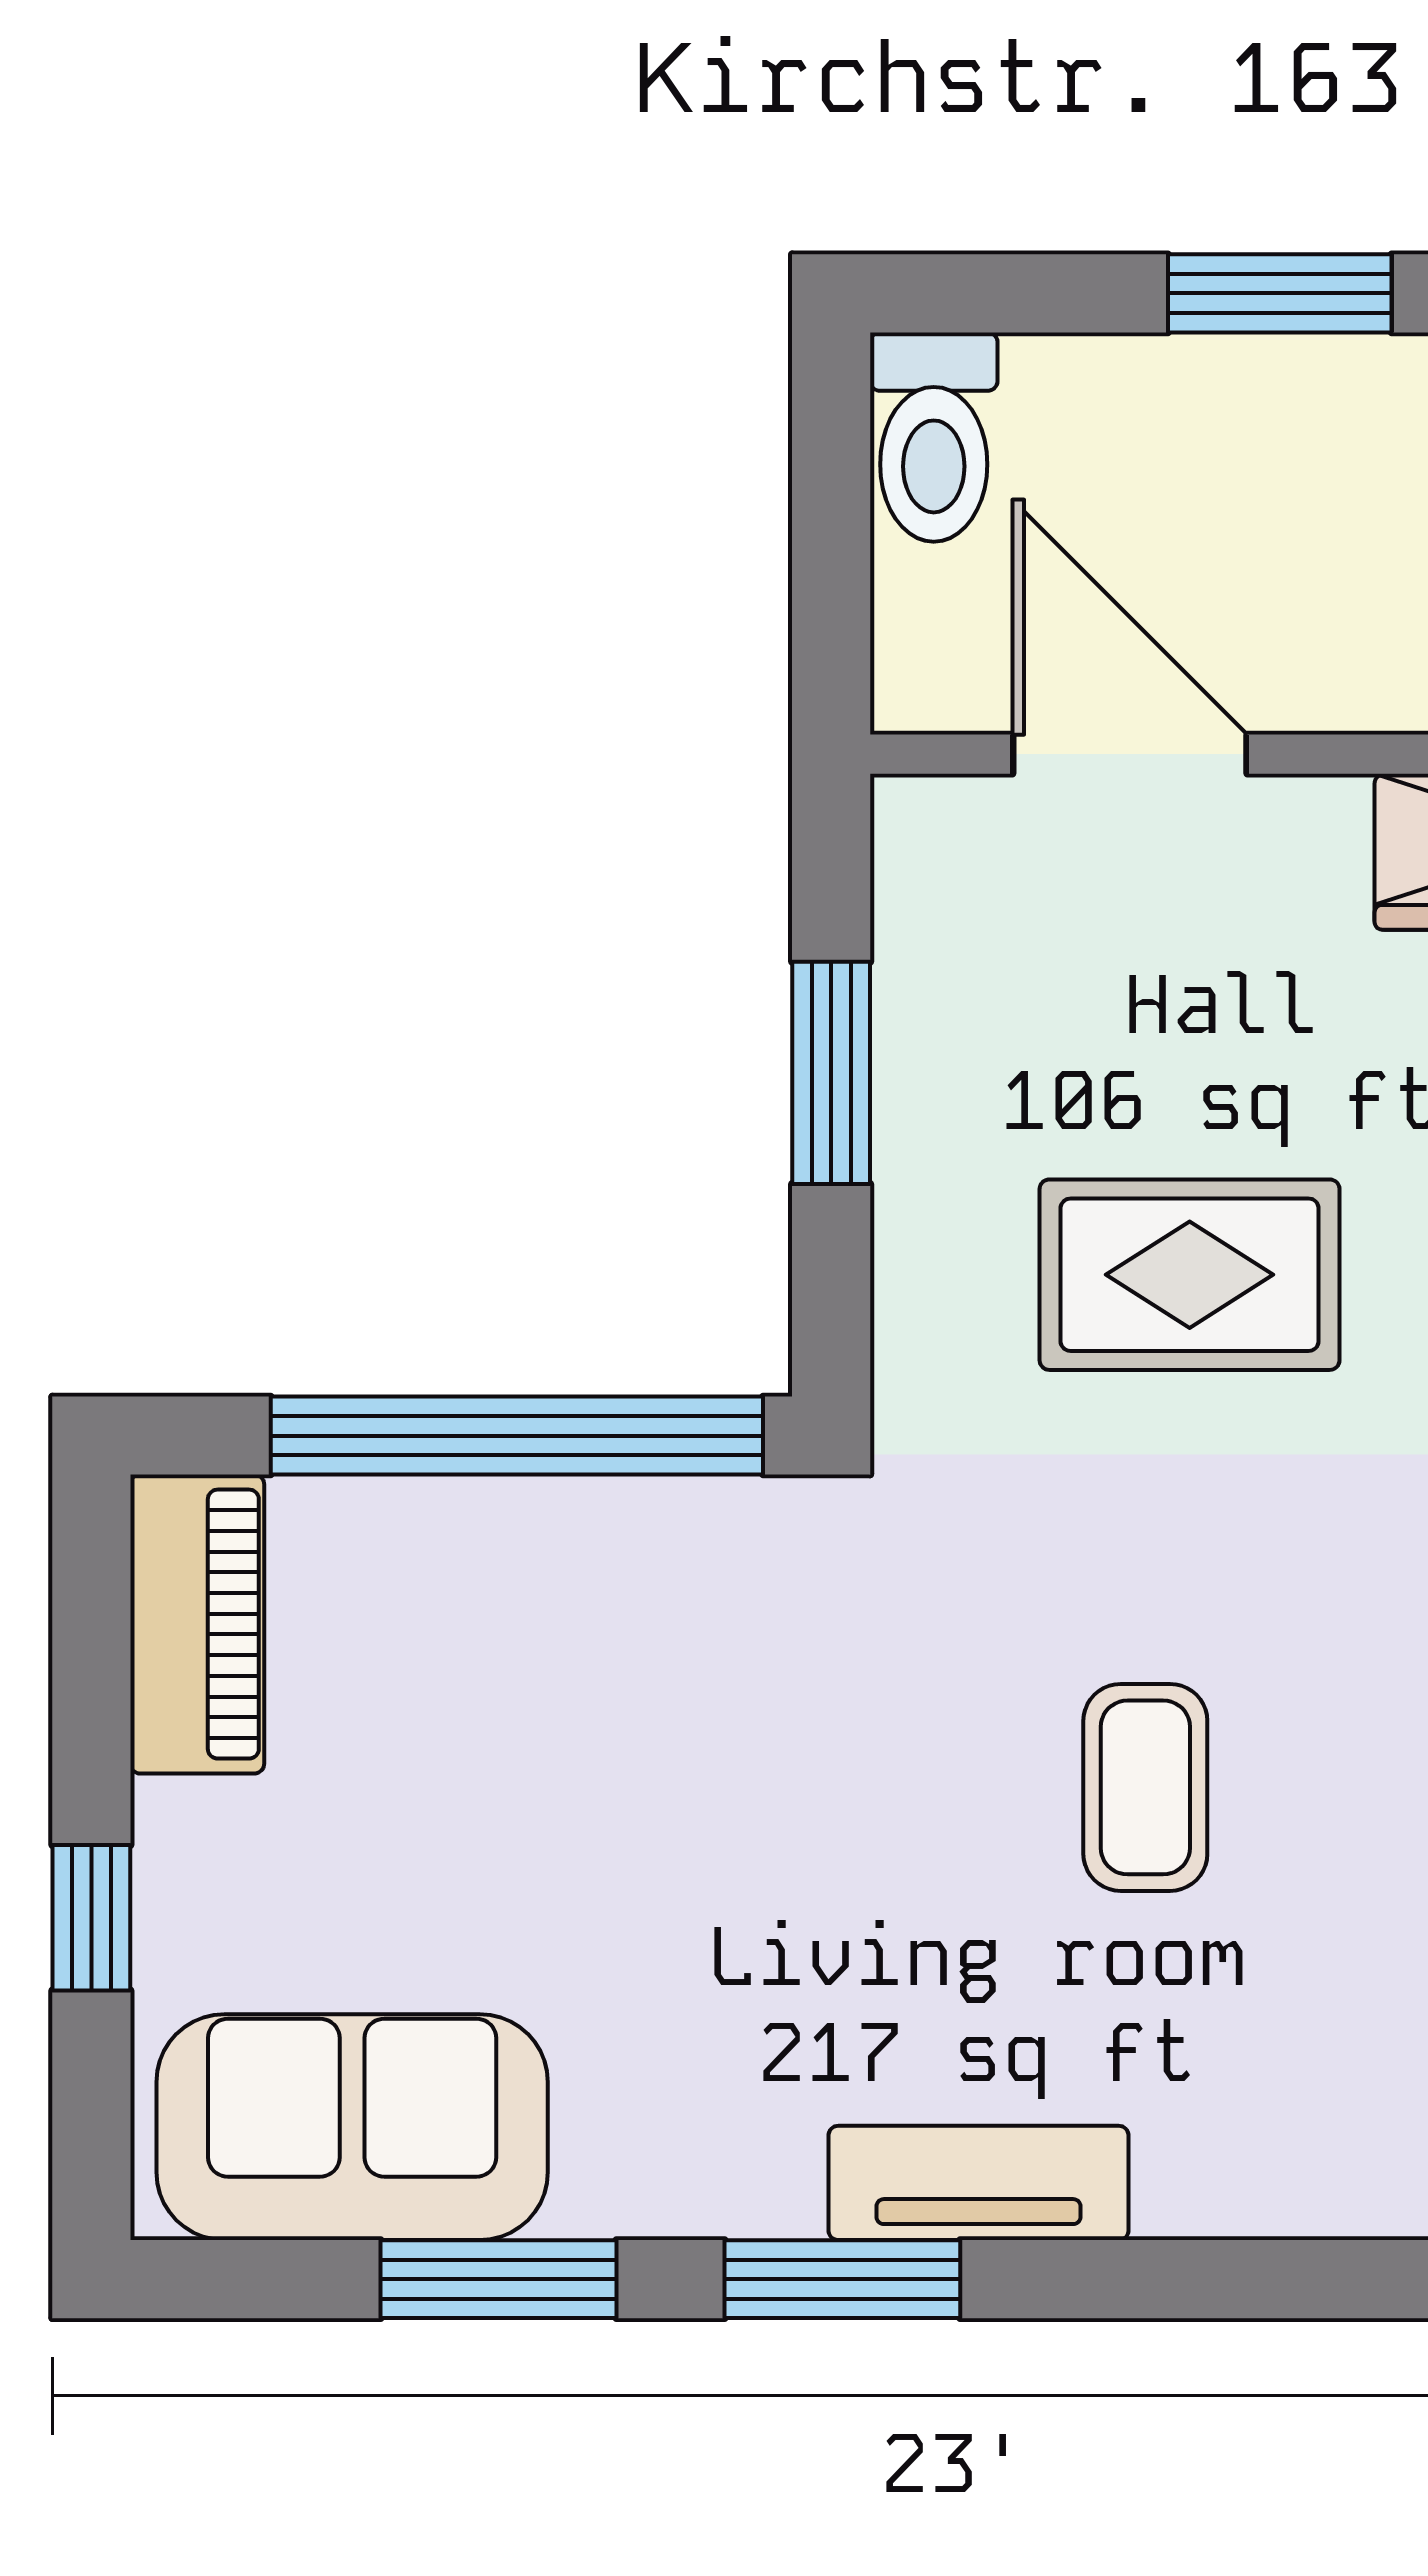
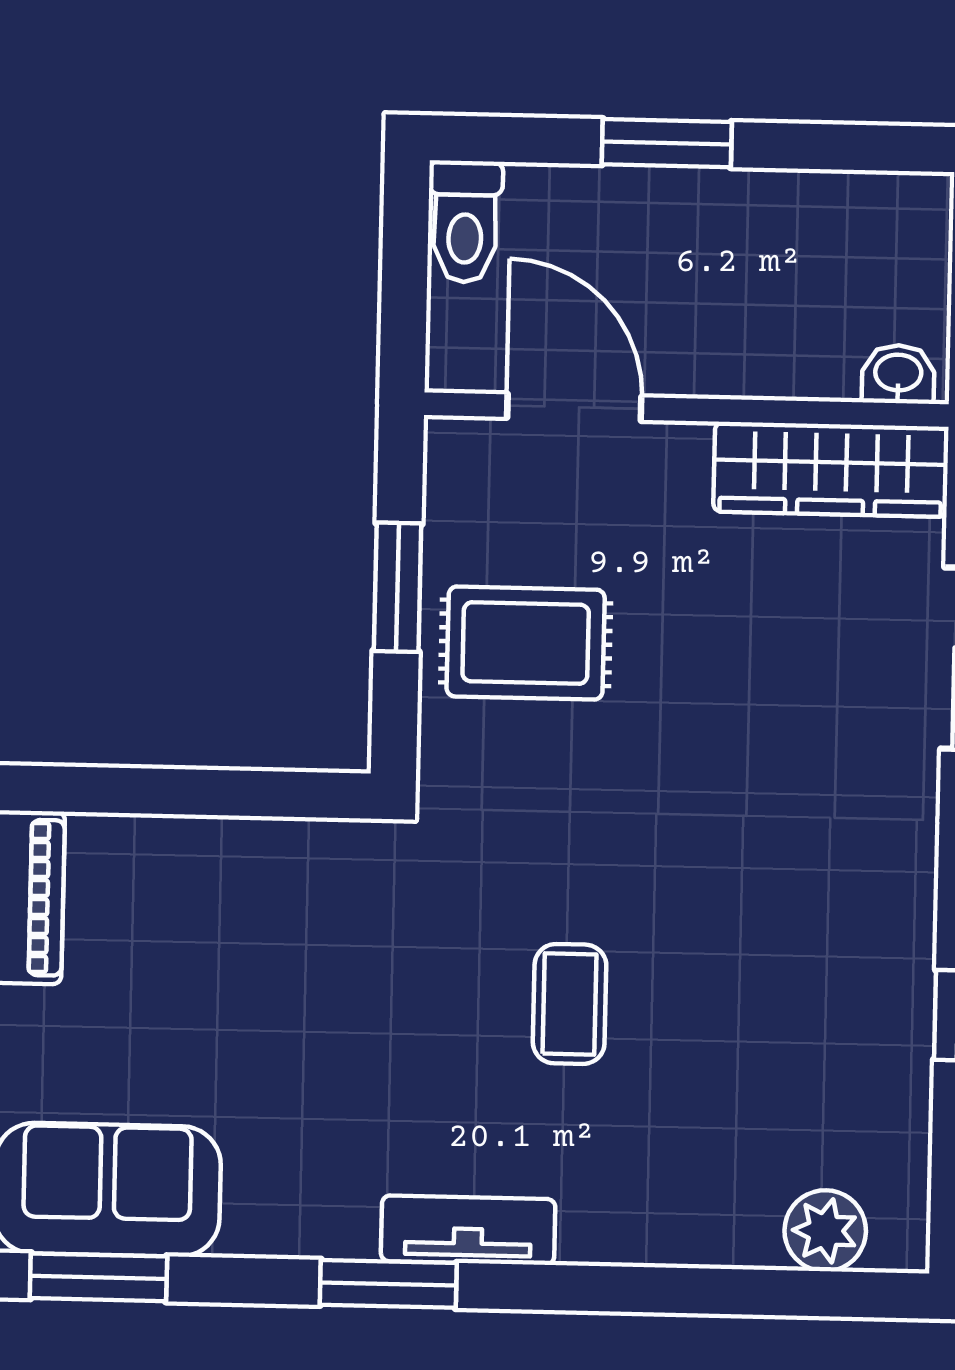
rug: (1190, 1275) -> (526, 643), moved
window: (517, 1436) -> (211, 793), removed
window: (499, 2279) -> (98, 1277), moved

